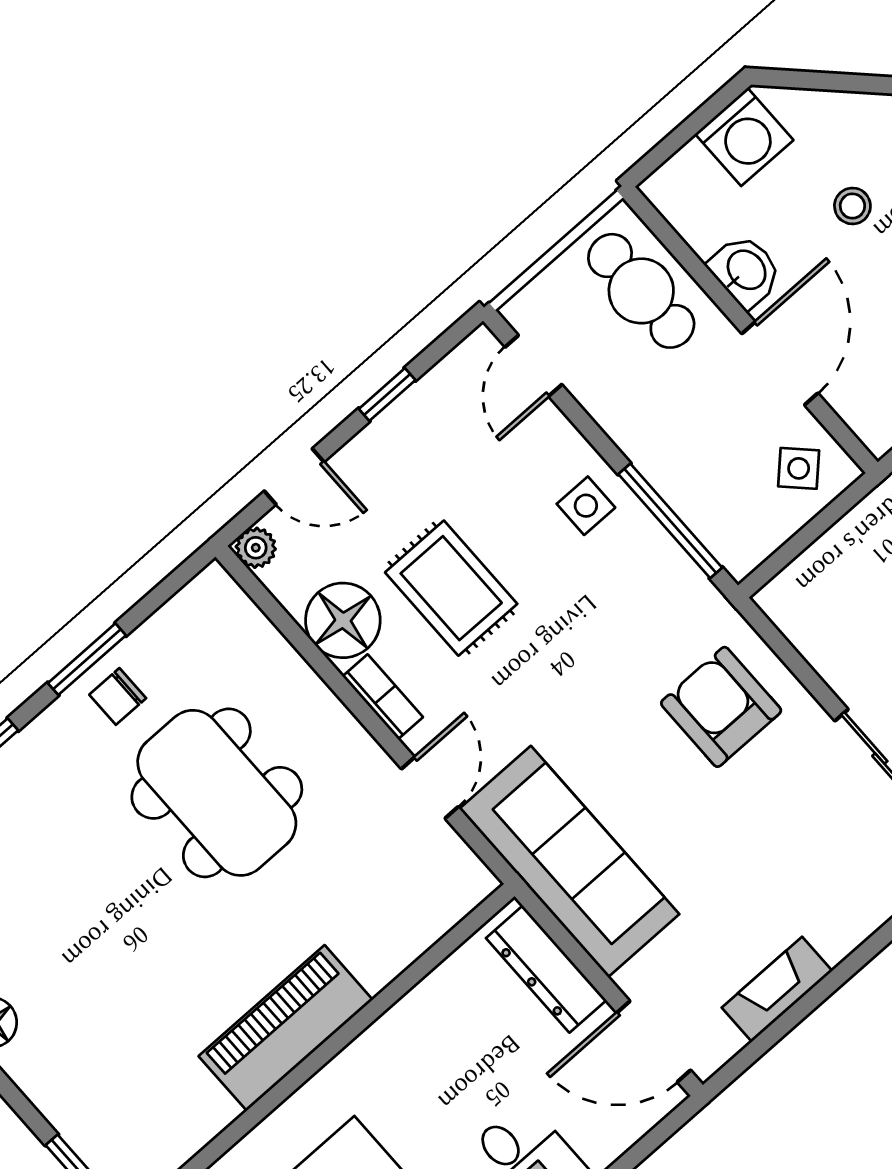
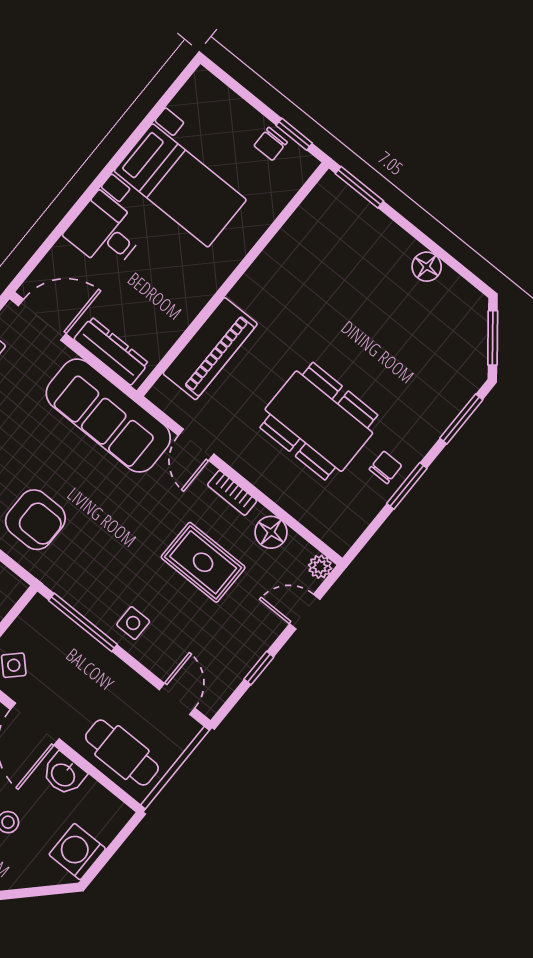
floor lamp: (343, 620) -> (271, 532), width x0.73, depth x0.73
piano: (286, 1028) -> (210, 349), moved

